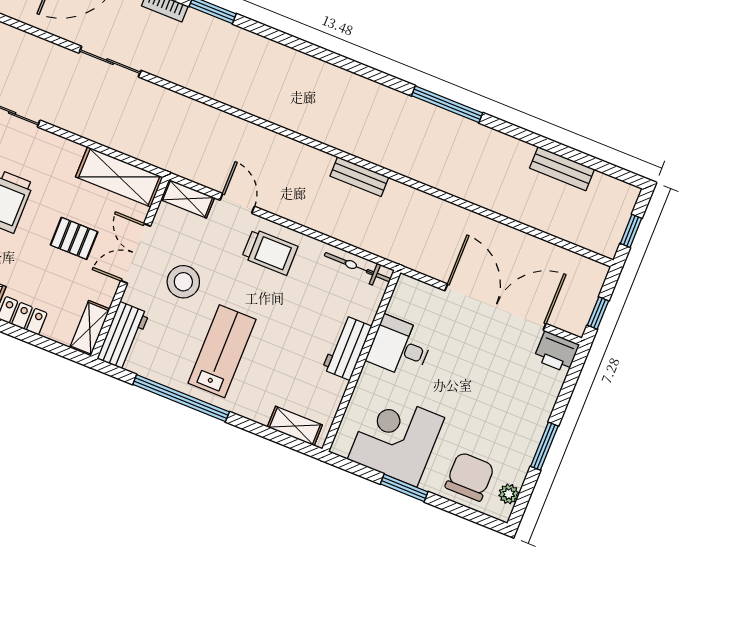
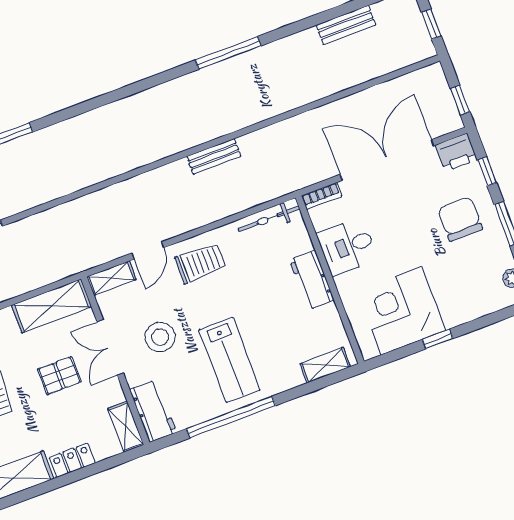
door: (237, 203) -> (148, 250), swing flipped
bookcase: (416, 288) -> (321, 196), added
lab bench: (222, 351) -> (230, 360), turned 180
window: (567, 390) -> (487, 171), added
chair: (470, 477) -> (460, 219), moved
window: (404, 488) -> (438, 339), width x0.67

